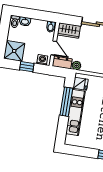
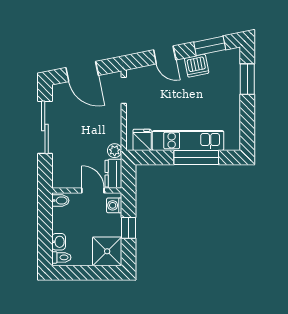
wardrobe: (69, 30) -> (62, 171), removed
door: (54, 48) -> (93, 190), hinge flipped
window: (66, 102) -> (196, 157), moved

